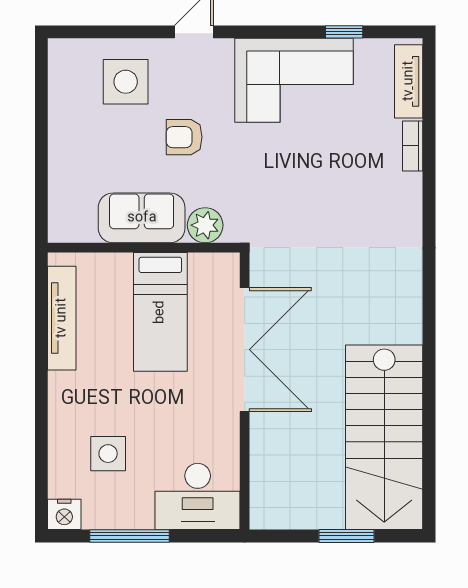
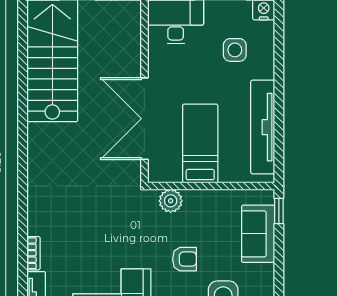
window: (41, 210) -> (279, 211), added
sofa: (142, 218) -> (258, 234), moved, turned 90
tv unit: (62, 318) -> (263, 127), width x1.36, depth x1.29

